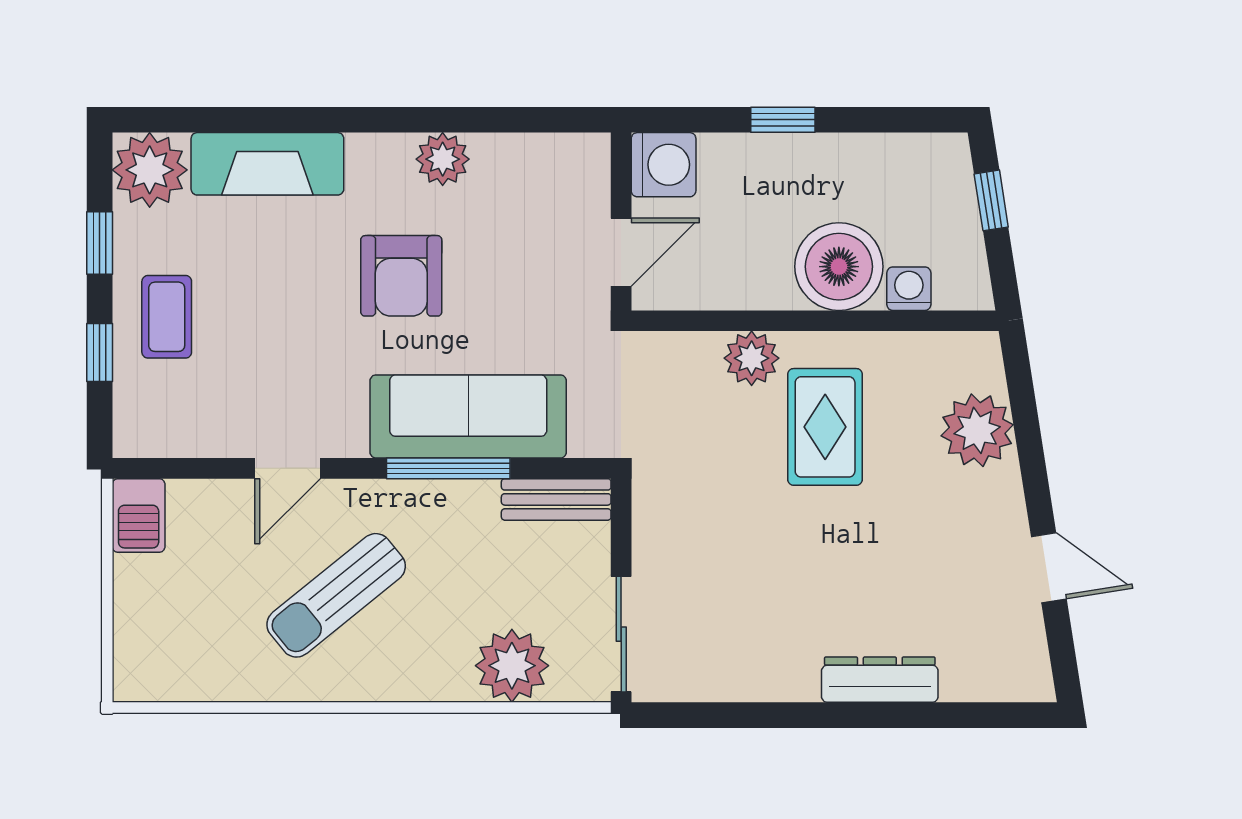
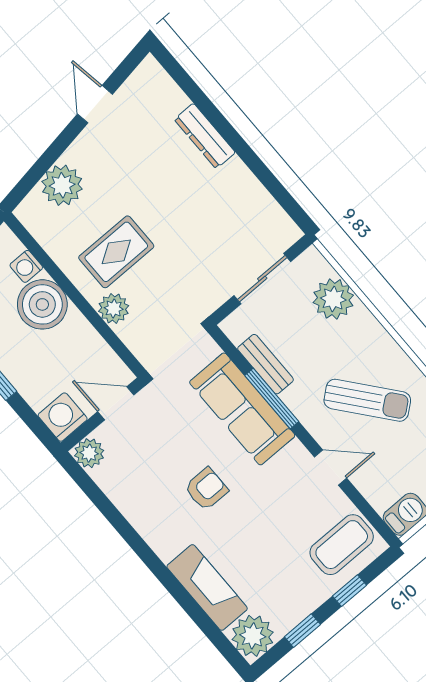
plant: (443, 159) -> (89, 453), moved
armchair: (401, 276) -> (206, 489), width x0.72, depth x0.72
coffee table: (167, 317) -> (342, 545), moved, width x1.36, depth x1.30
bench: (556, 499) -> (266, 364), moved
sliding door: (621, 634) -> (262, 279), moved

